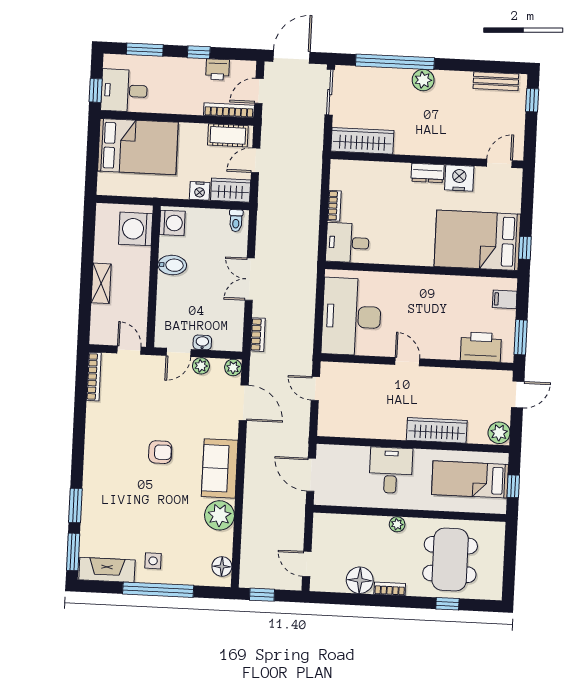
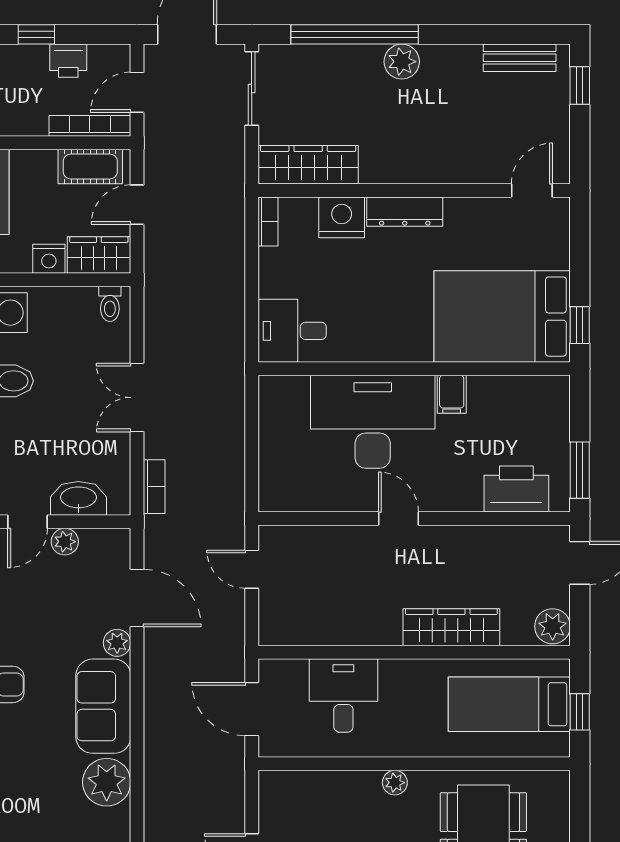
dresser: (428, 173) -> (405, 212), width x1.44
nightstand: (459, 178) -> (342, 217), moved
bookcase: (334, 206) -> (268, 222), moved
filing cabinet: (505, 299) -> (452, 394), moved, turned -90
desk: (351, 317) -> (373, 422), moved, turned 90
washbasin: (202, 342) -> (78, 498), width x1.91, depth x1.45
plant: (233, 367) -> (117, 643), moved
desk: (391, 470) -> (343, 696), moved

